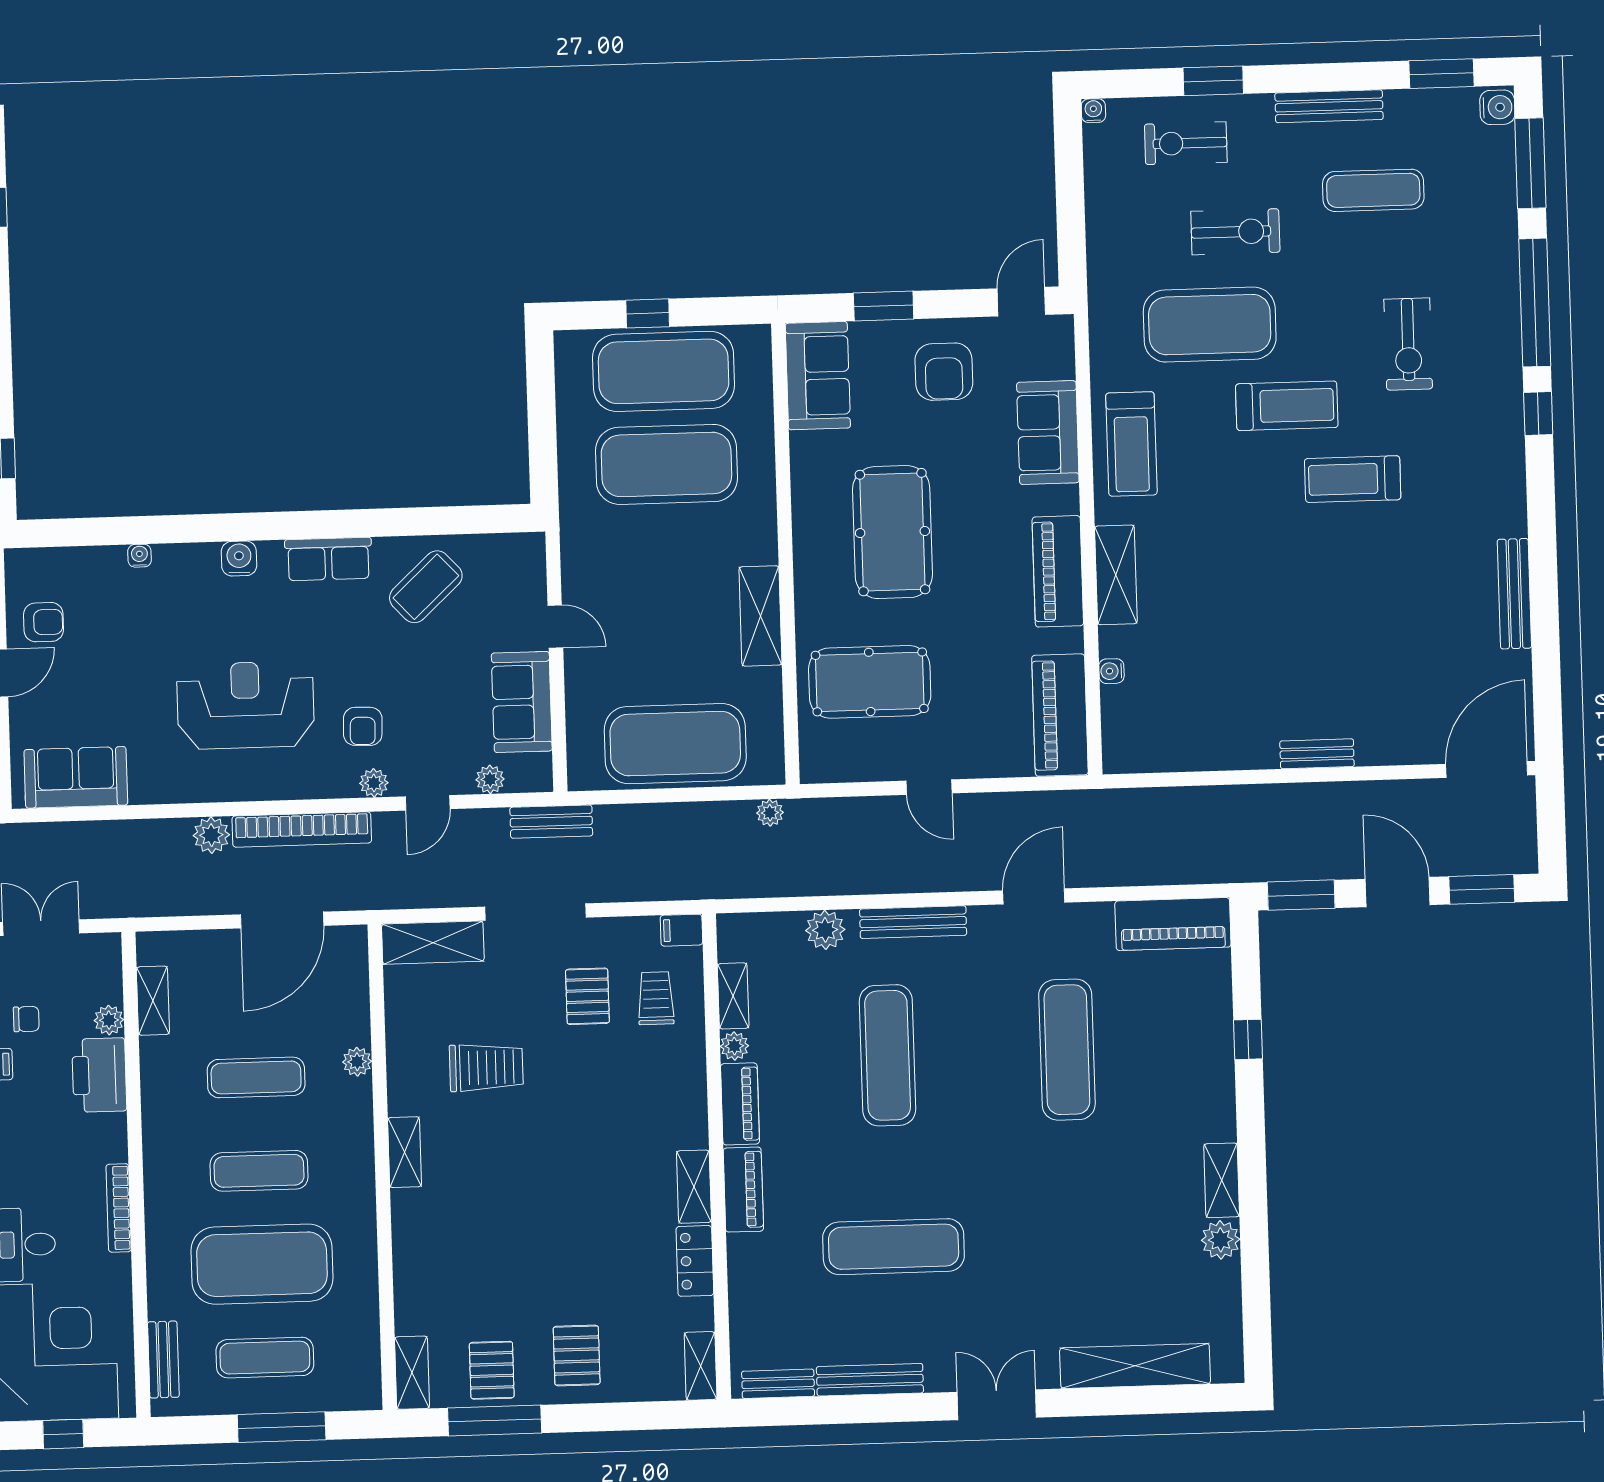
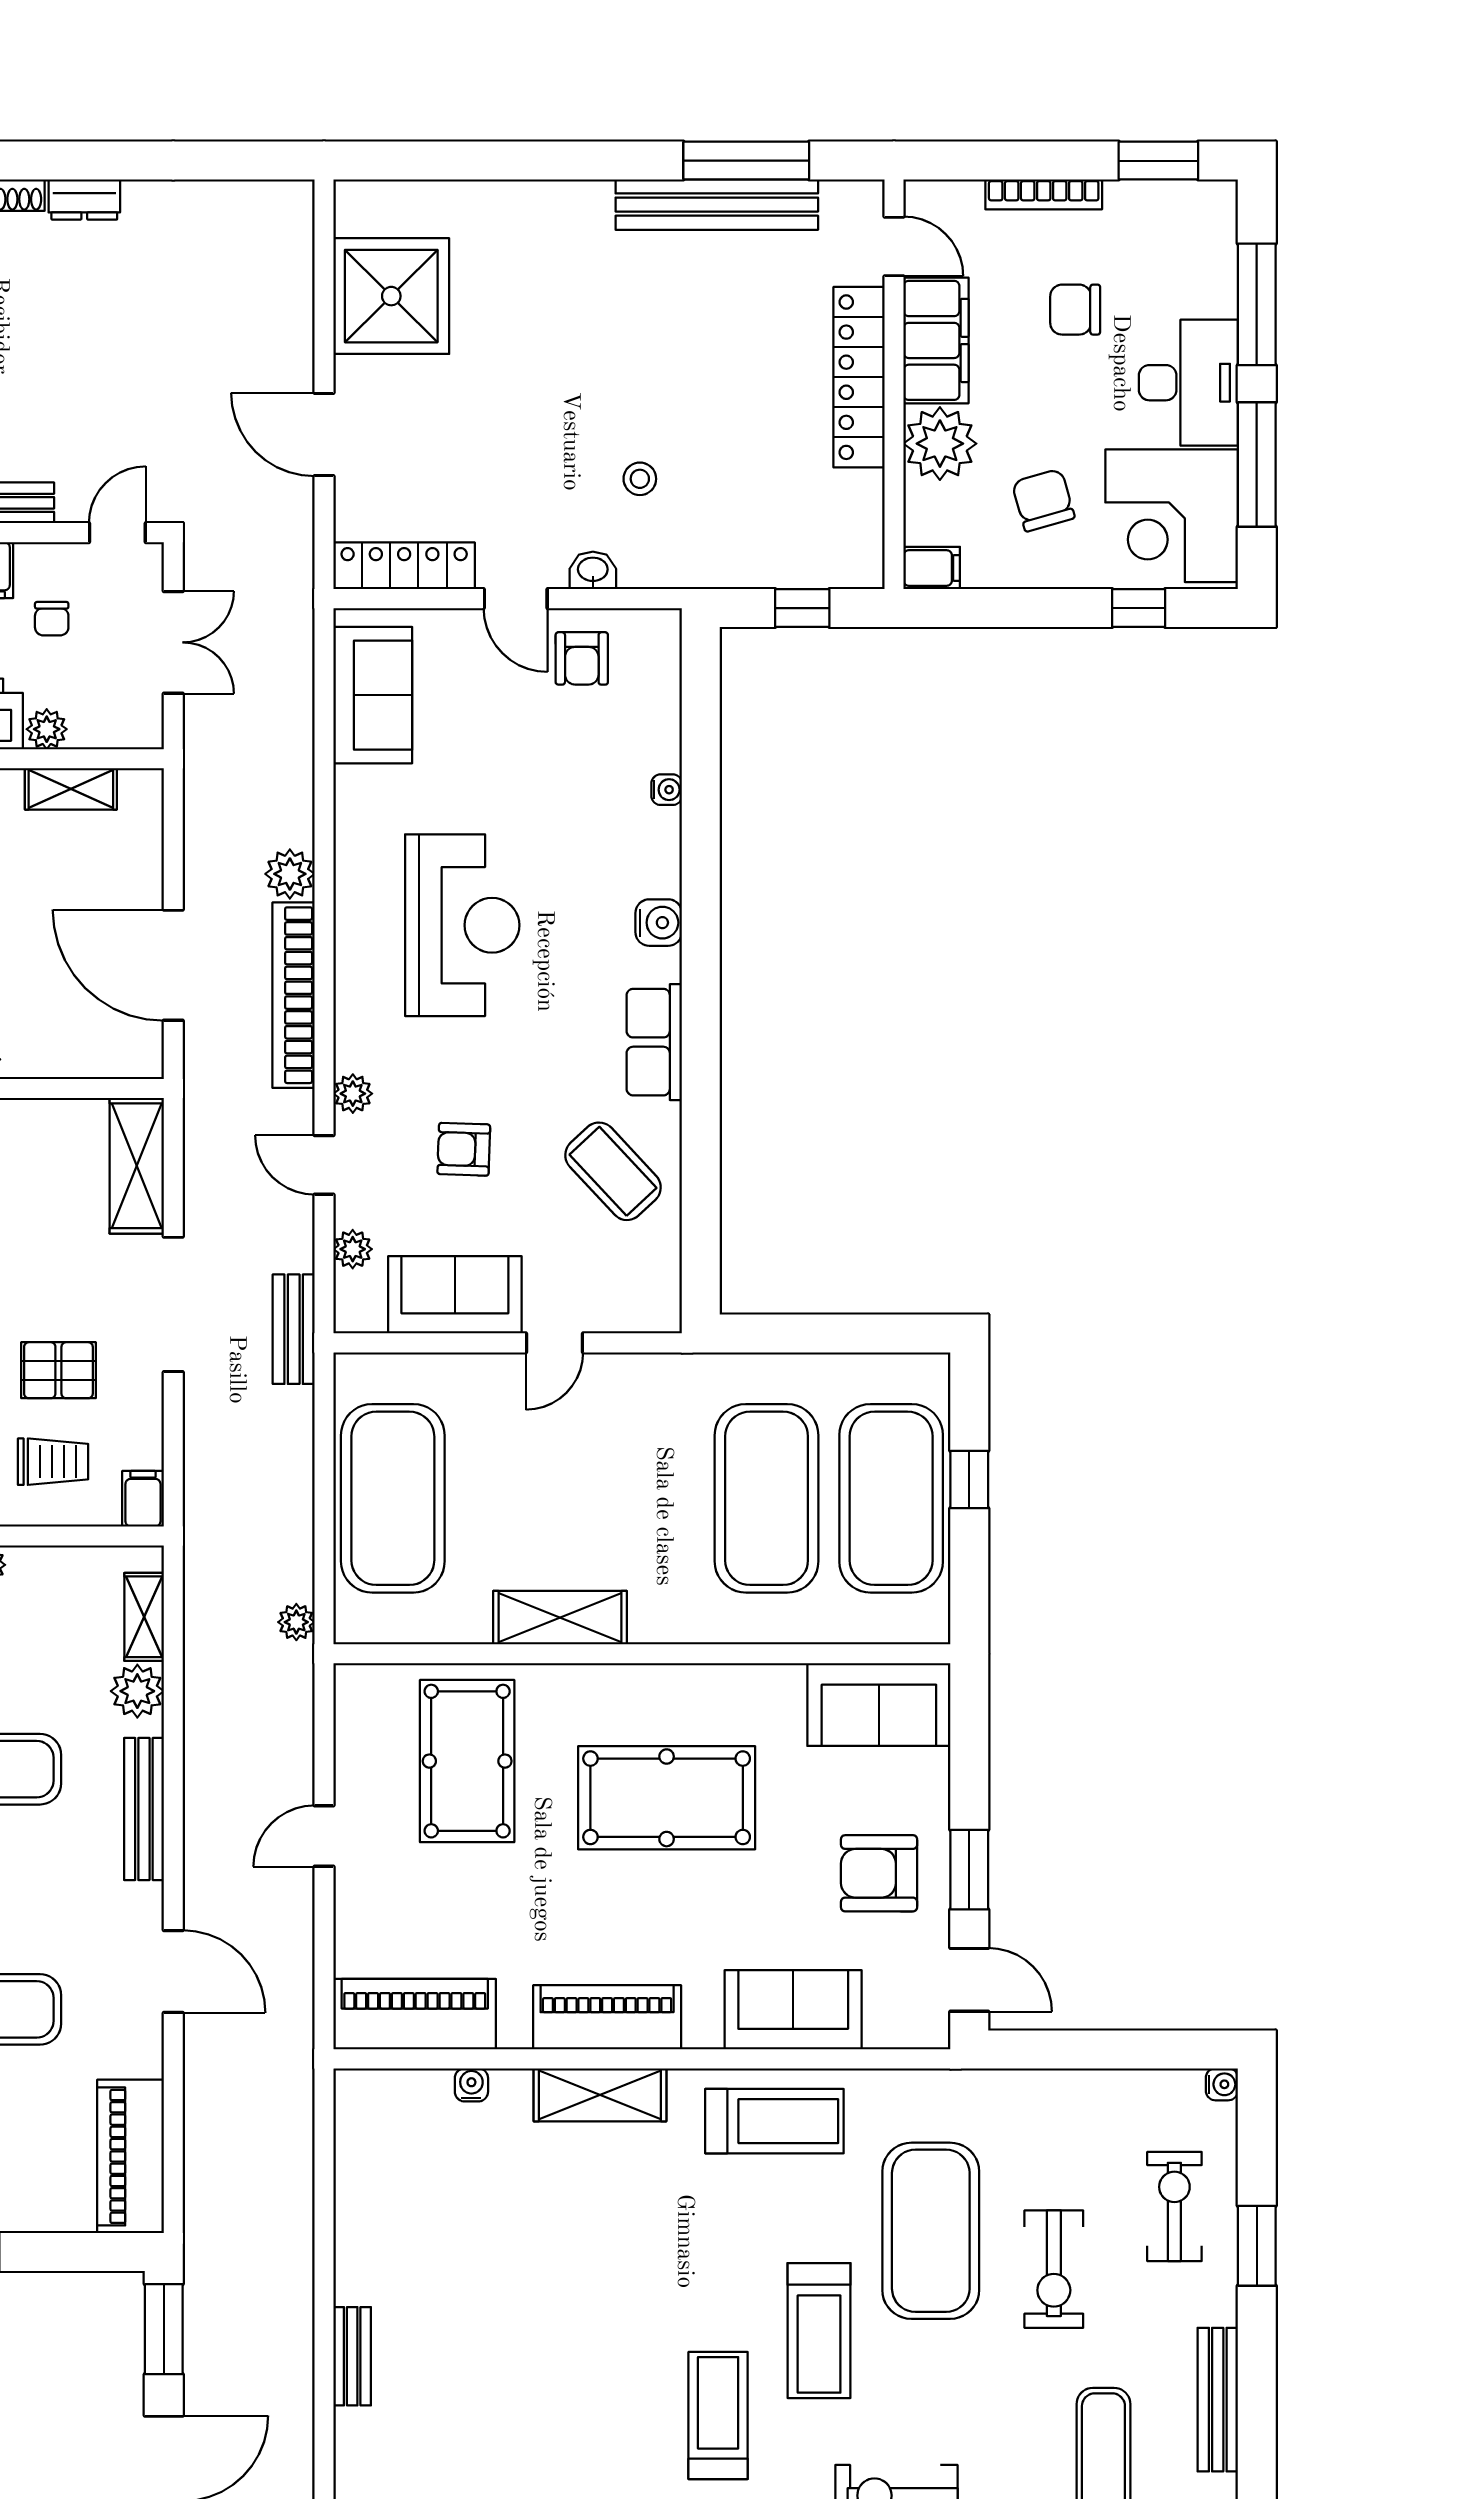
window: (884, 306) -> (969, 1870), moved
treadmill: (1131, 444) -> (774, 2121), turned 180
armchair: (363, 726) -> (464, 1149), moved
shelving: (733, 996) -> (144, 1617), moved, turned 90

